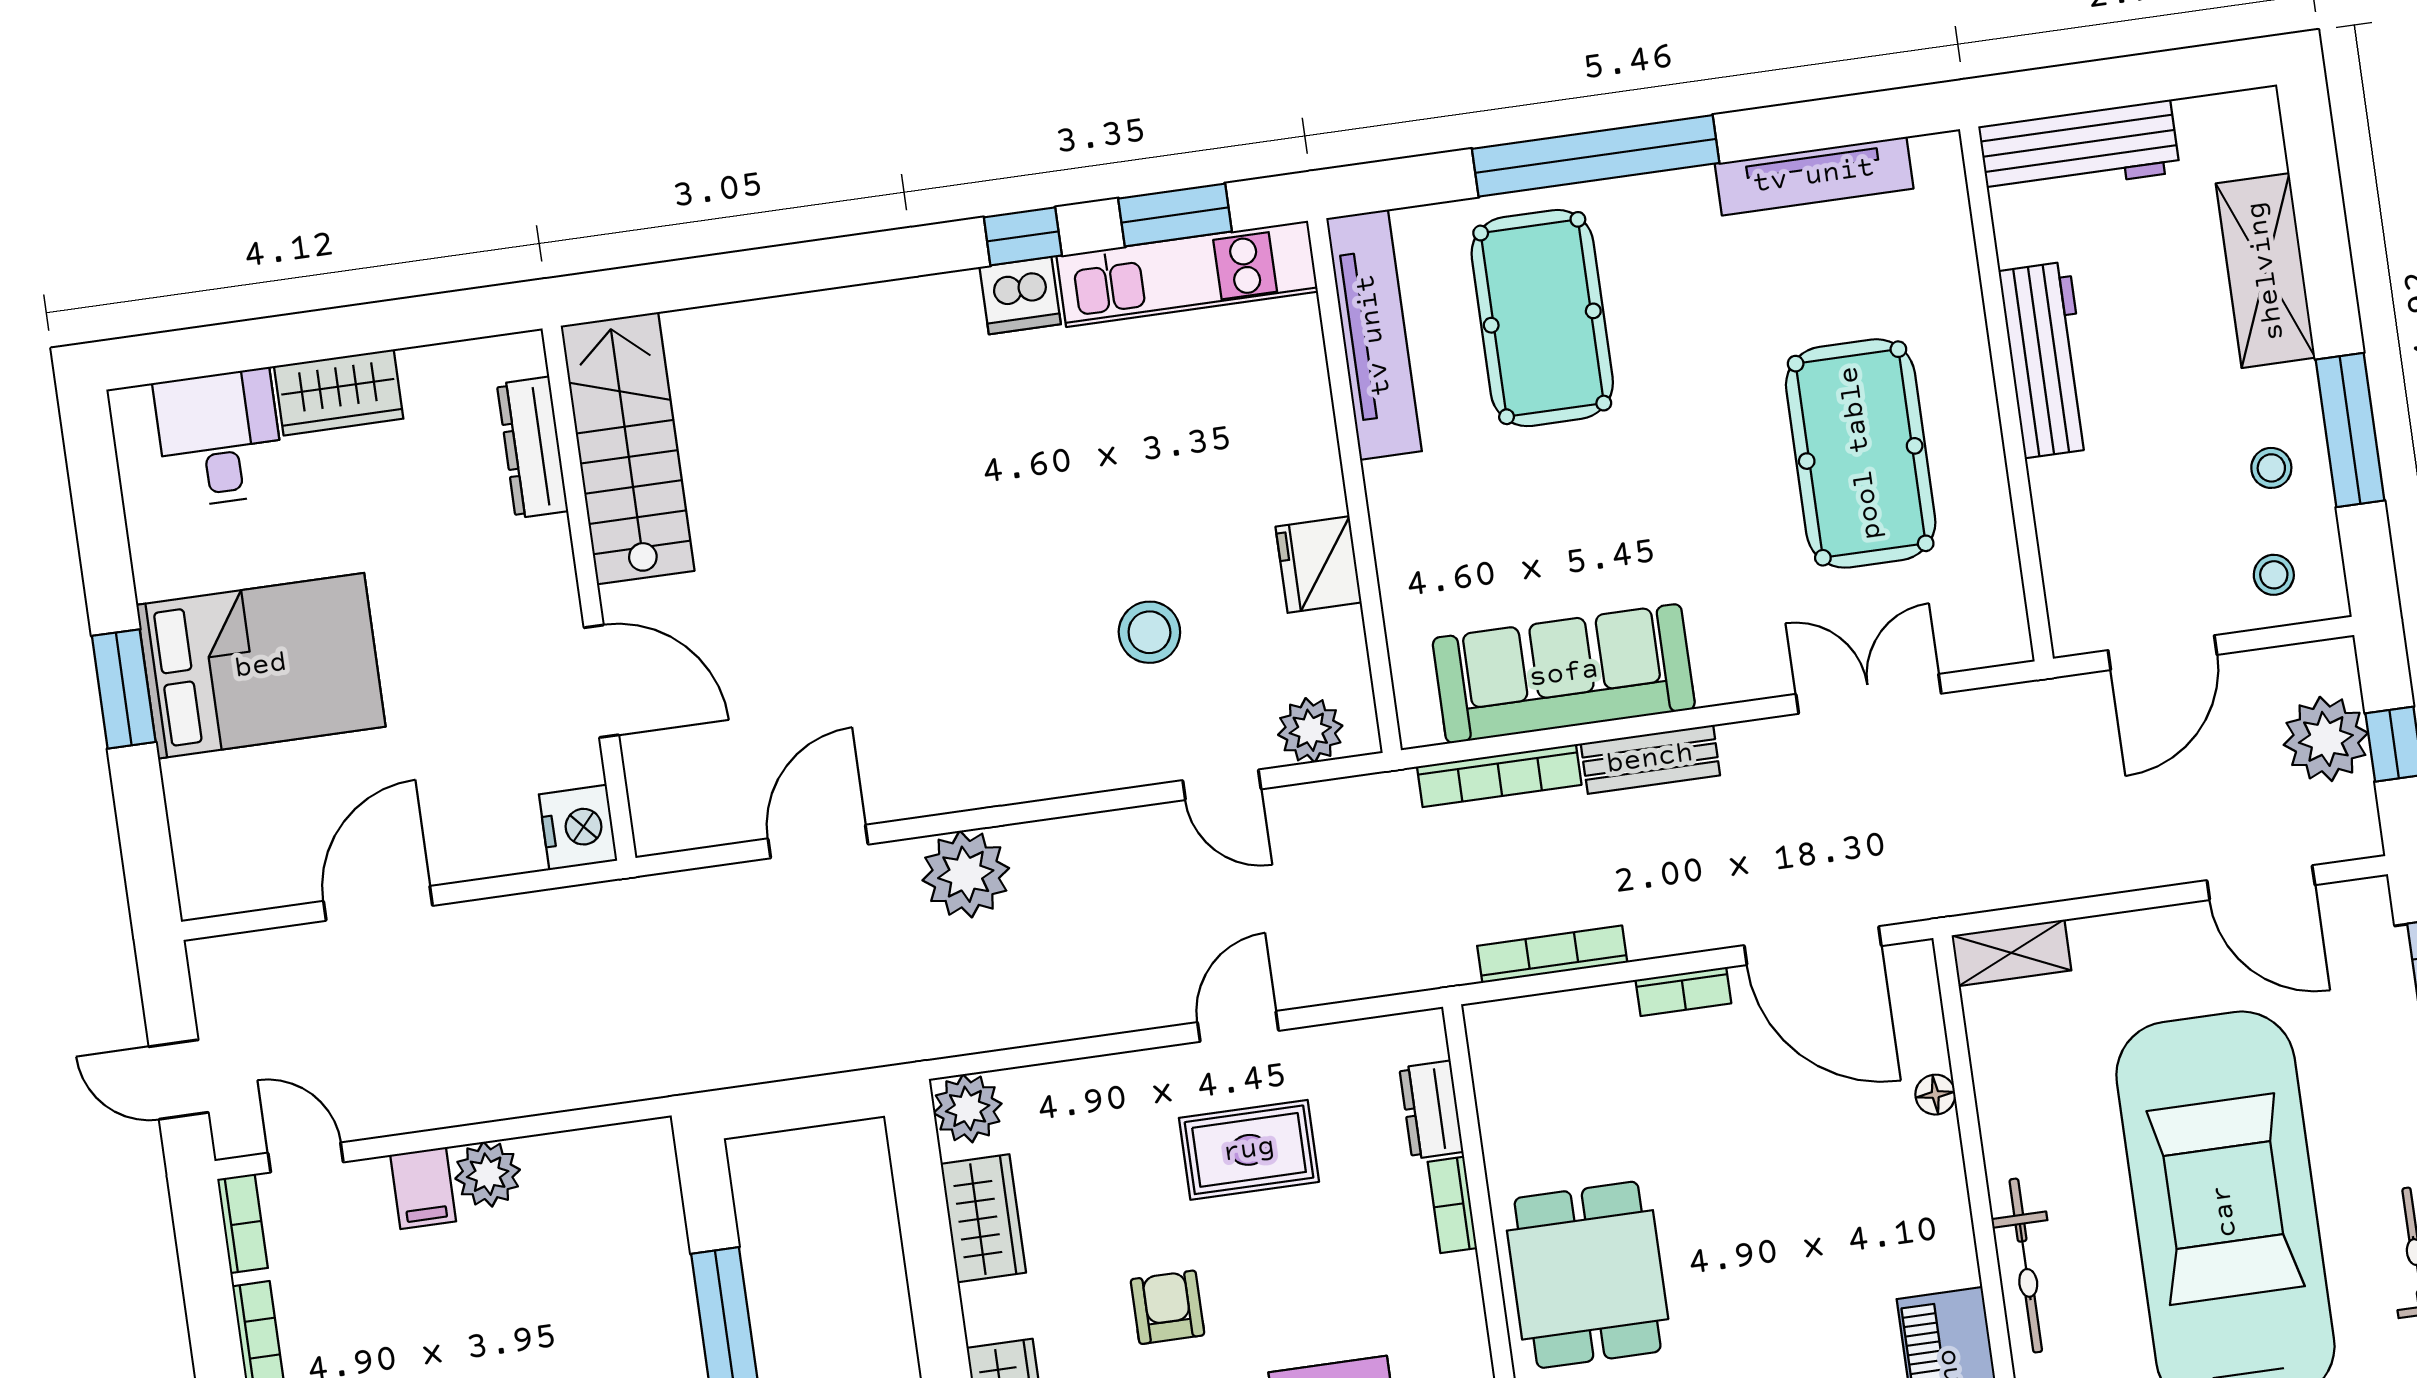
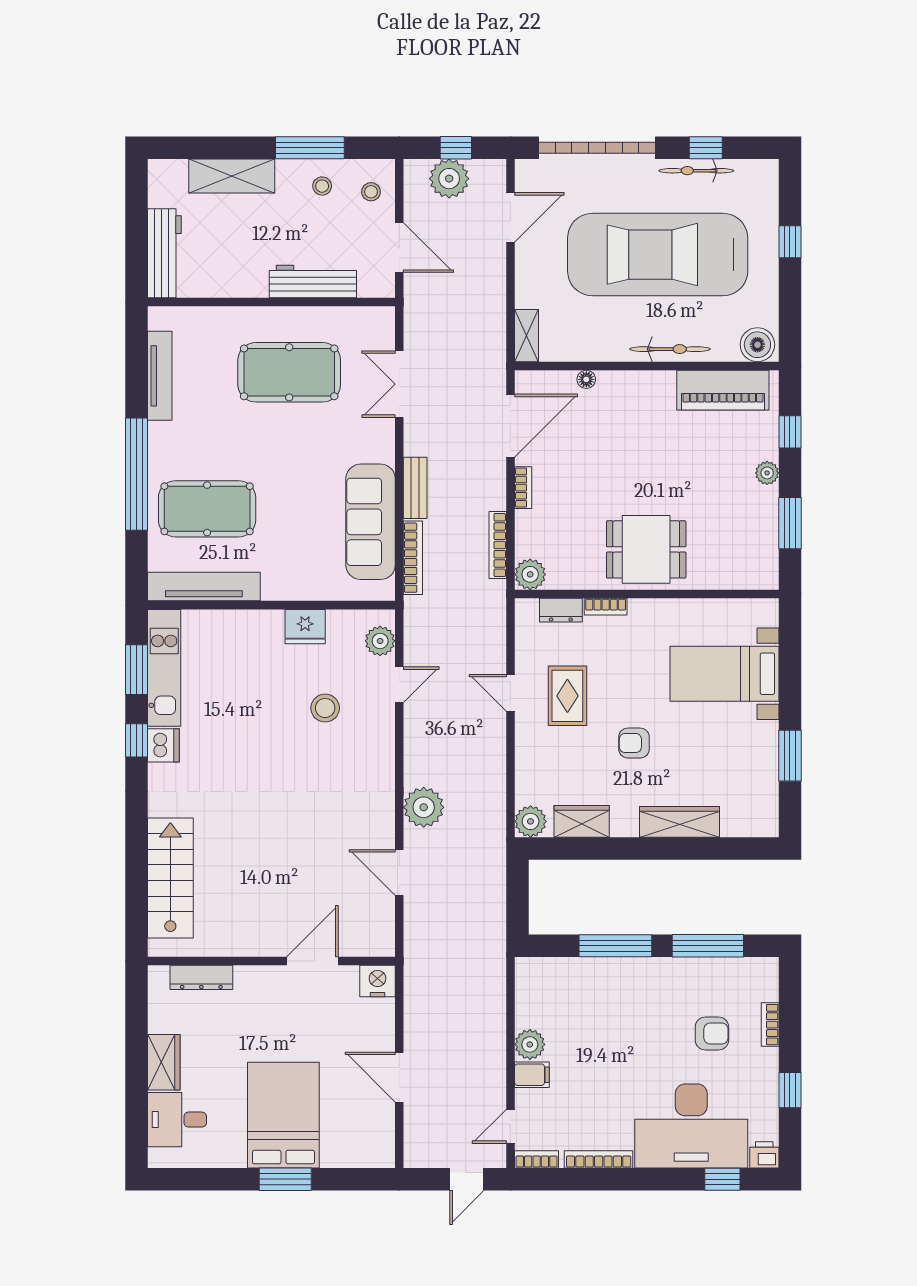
workbench: (2047, 360) -> (313, 282), moved
stairs: (628, 448) -> (170, 878), moved, turned 90
plant: (1499, 1033) -> (530, 574), added

